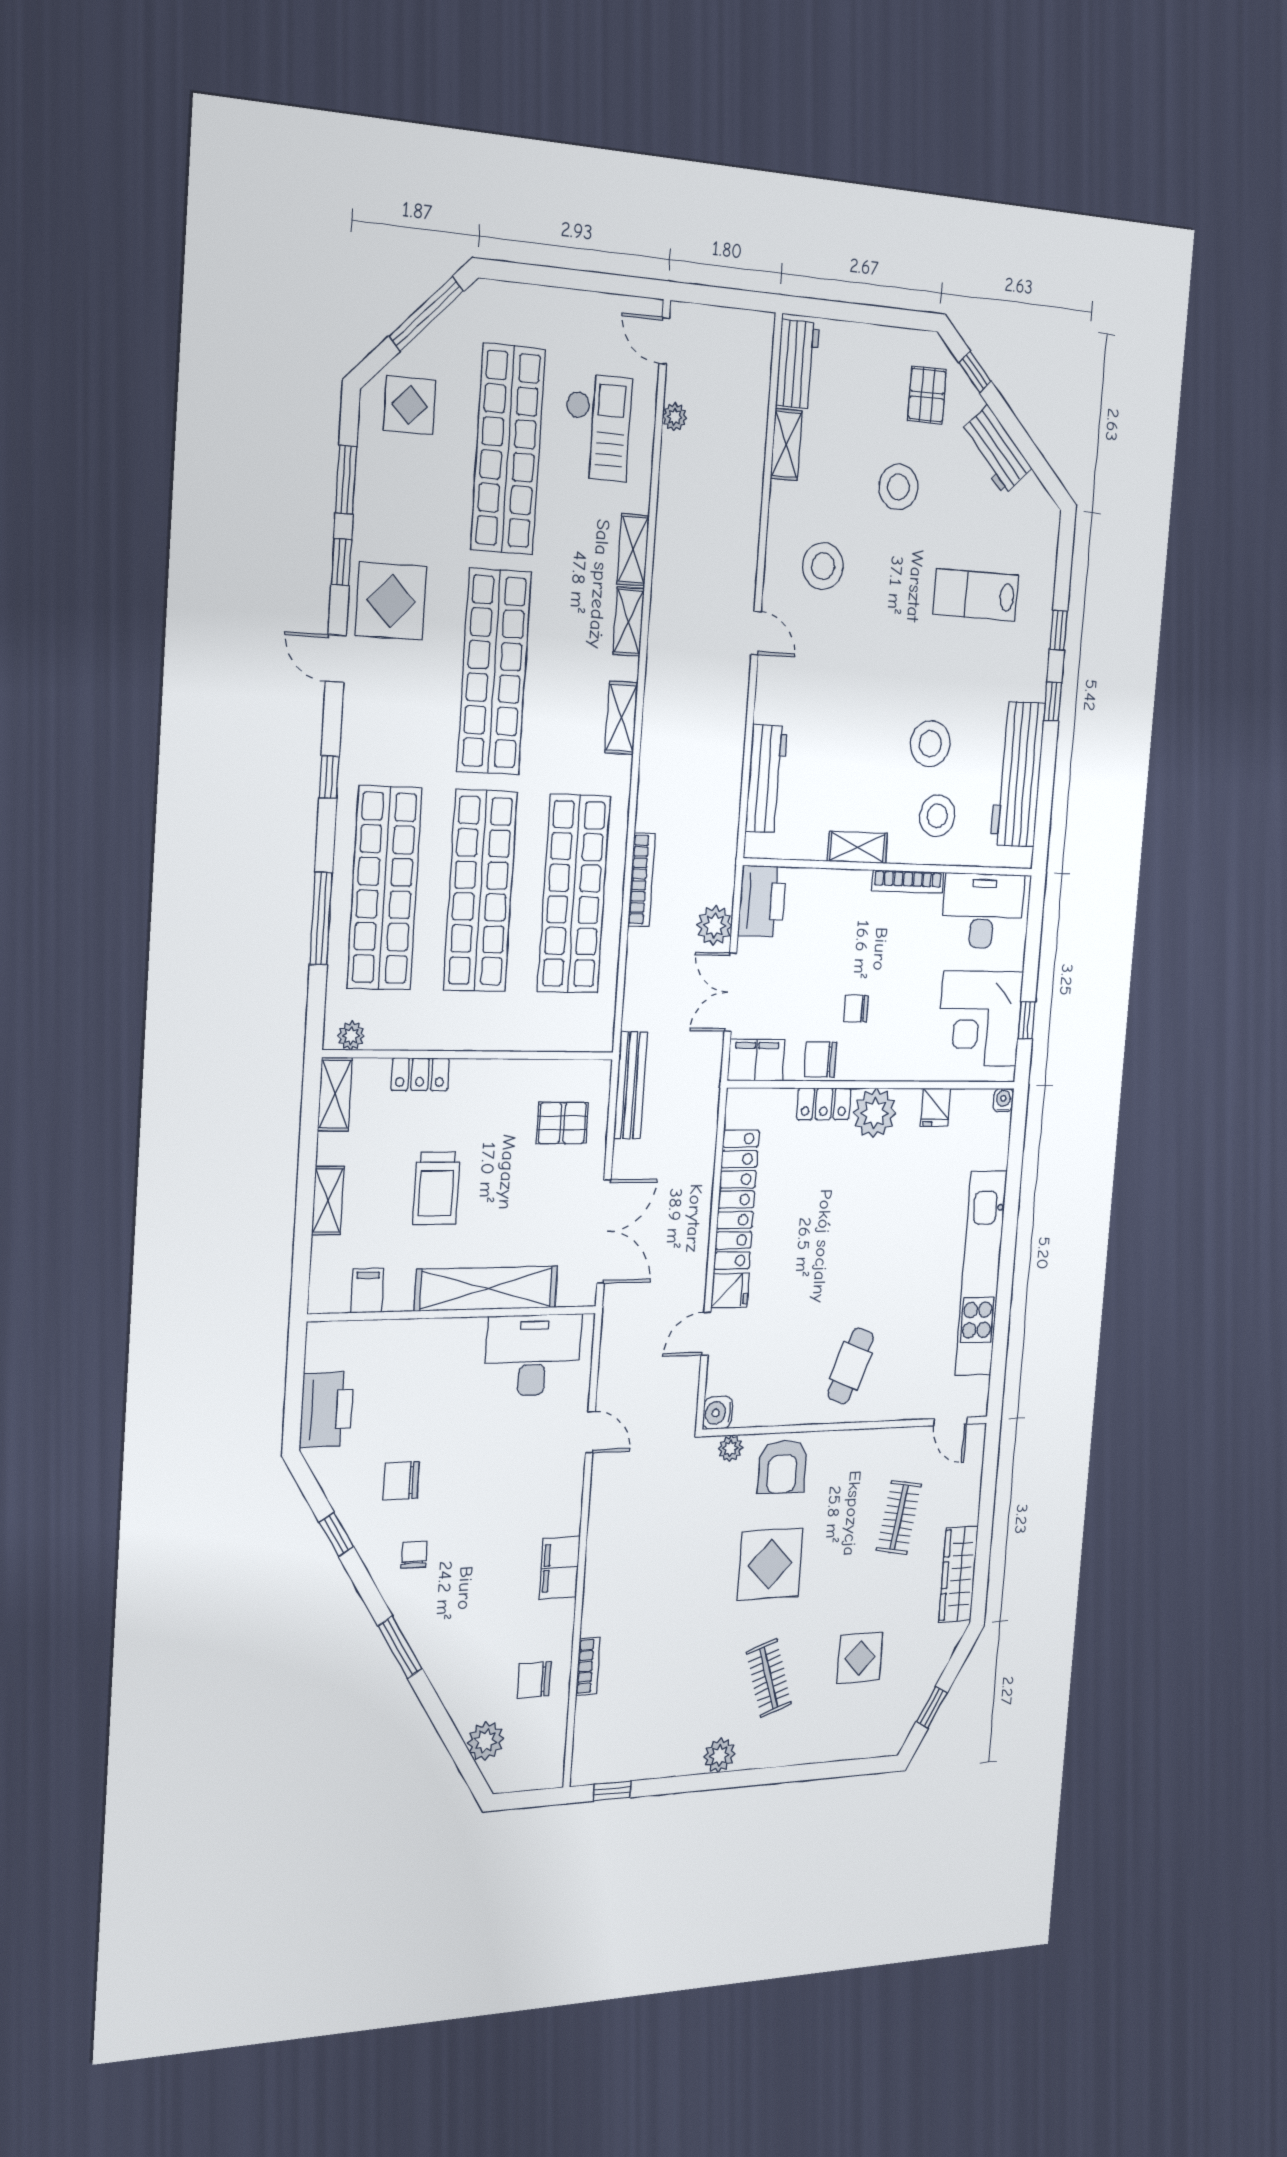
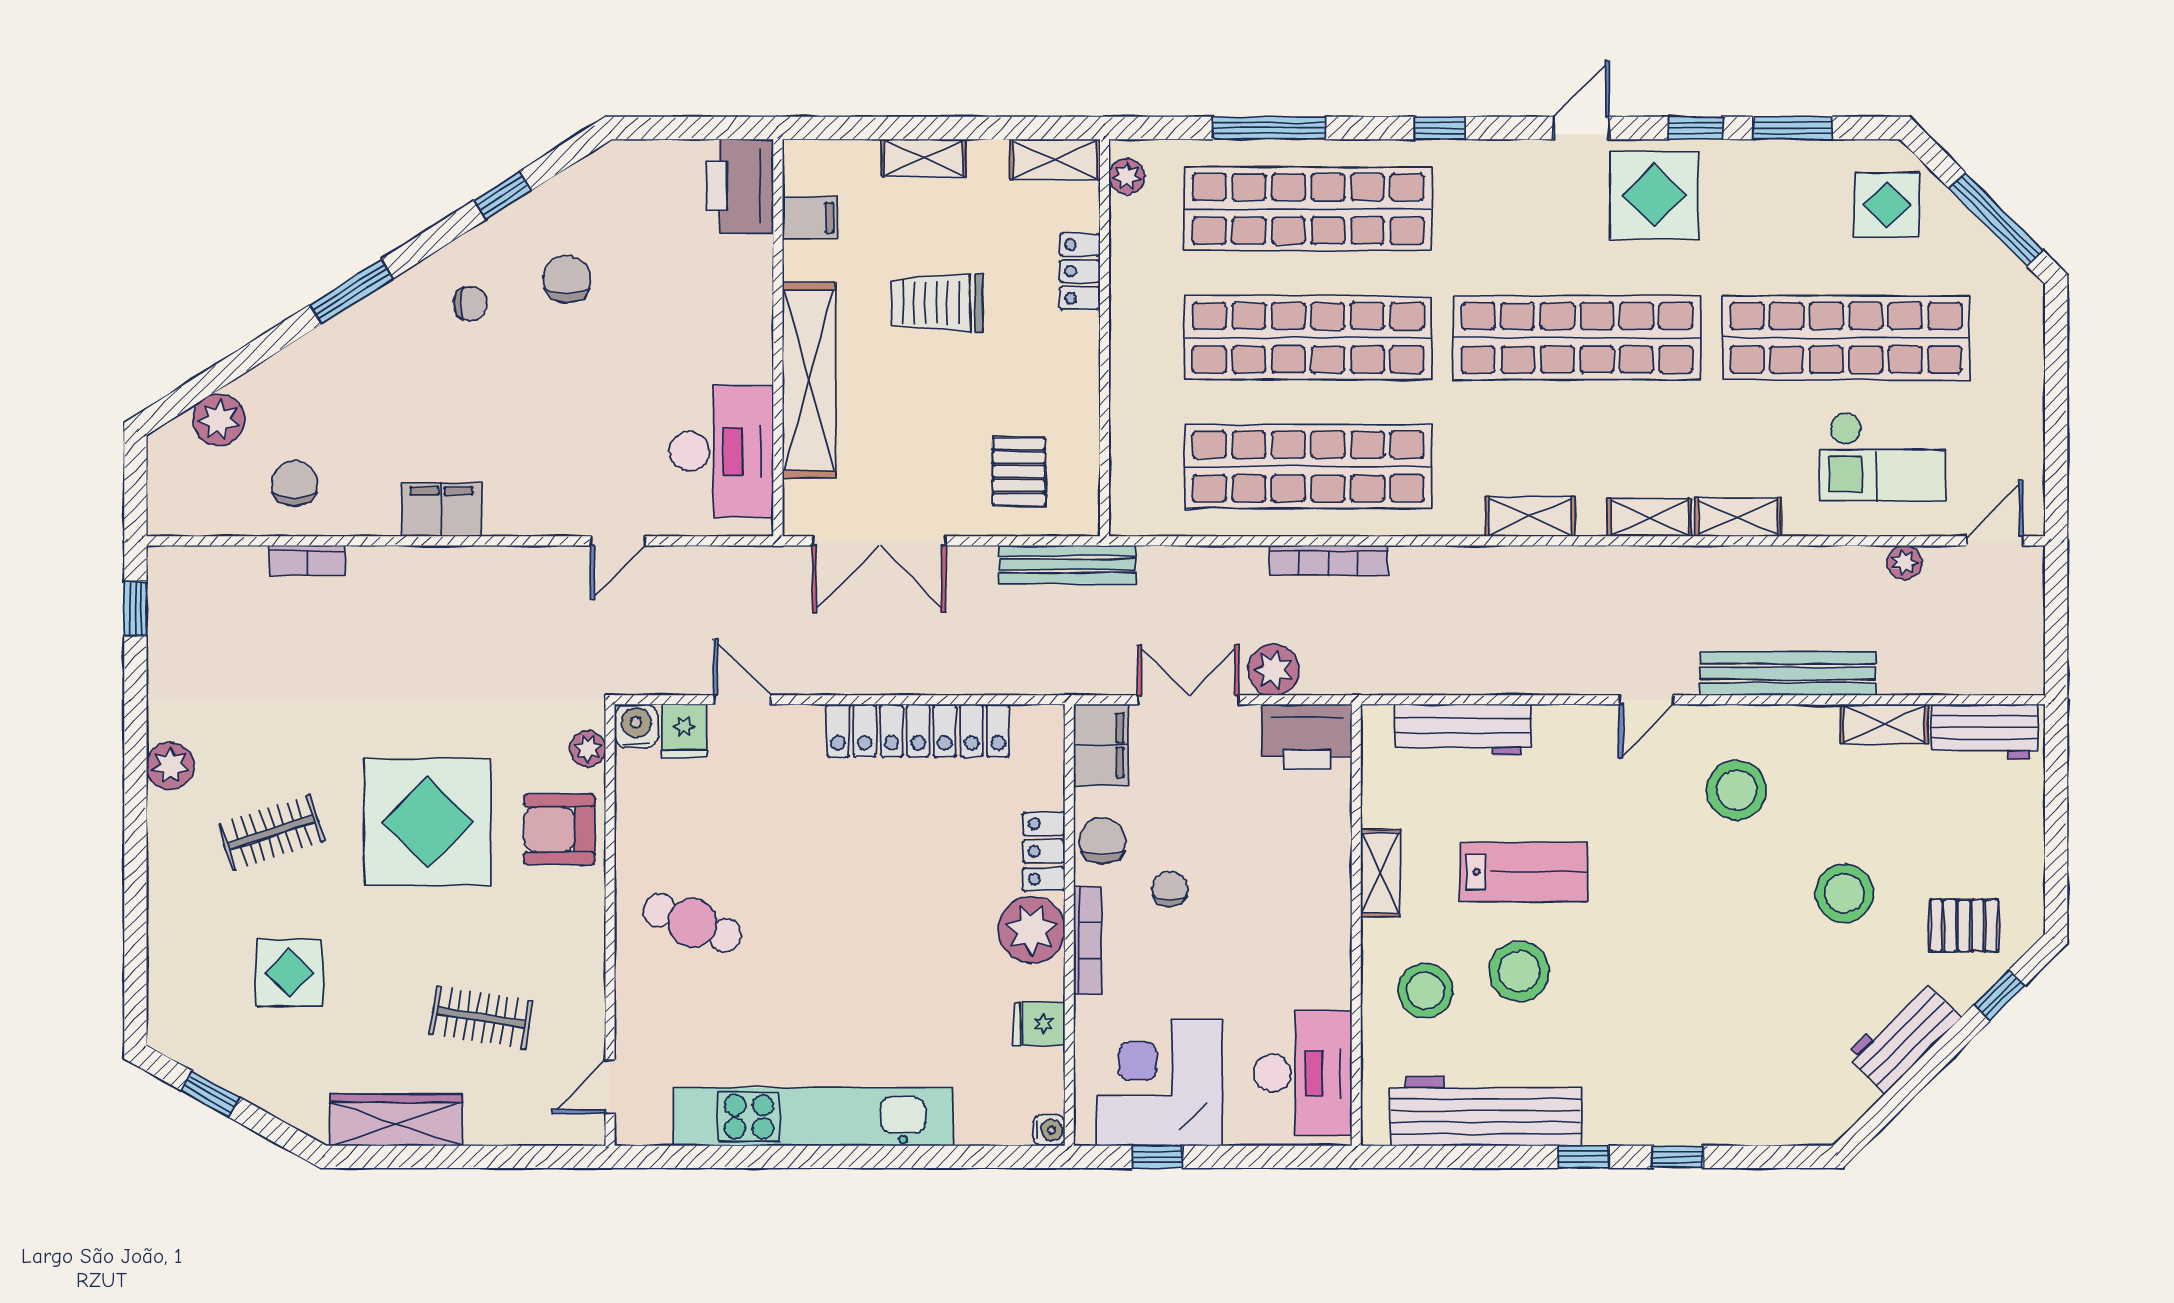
bench: (746, 519) -> (1788, 673), added
lab bench: (976, 595) -> (1524, 872), moved, turned 90
bookcase: (908, 882) -> (1087, 940), moved, turned 180
fridge: (730, 1290) -> (684, 731), moved
printer: (327, 1410) -> (740, 186), moved, turned 90
display table: (770, 1564) -> (428, 822), width x1.36, depth x1.36

